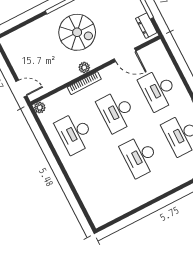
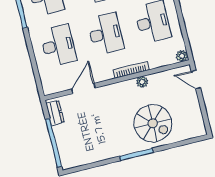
spiral stairs: (77, 32) -> (153, 123), moved, turned 180
door: (125, 55) -> (83, 88), hinge flipped
plant: (84, 67) -> (142, 82), moved

